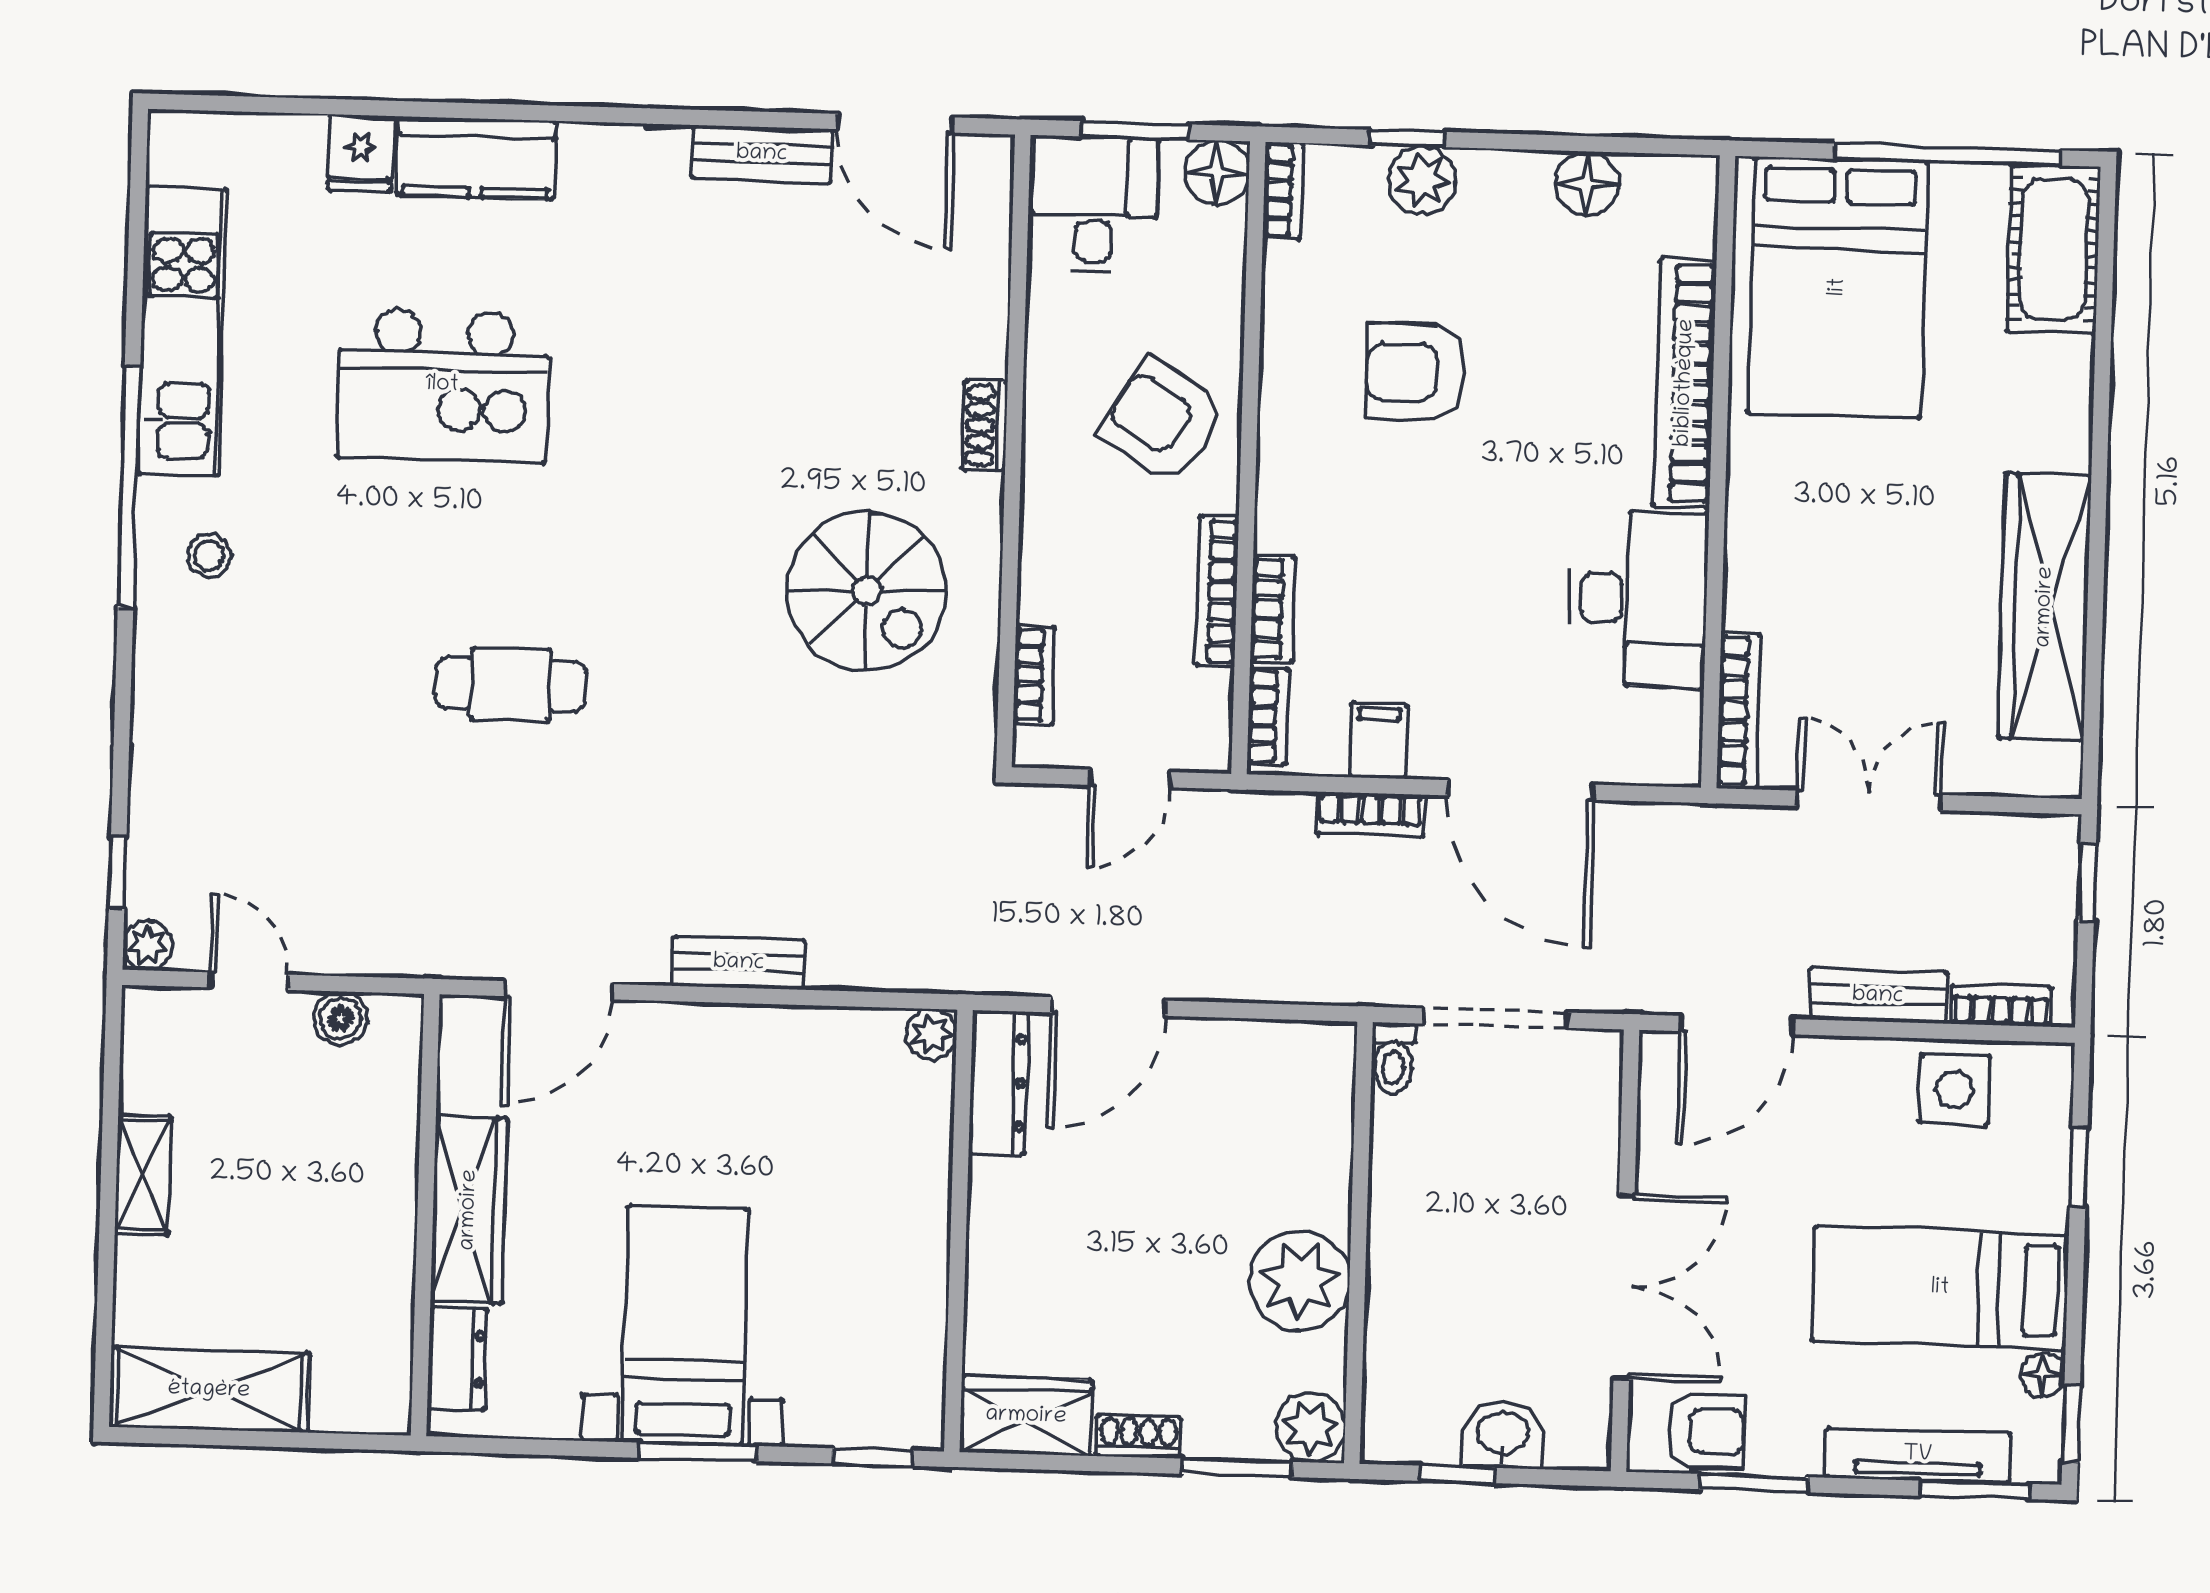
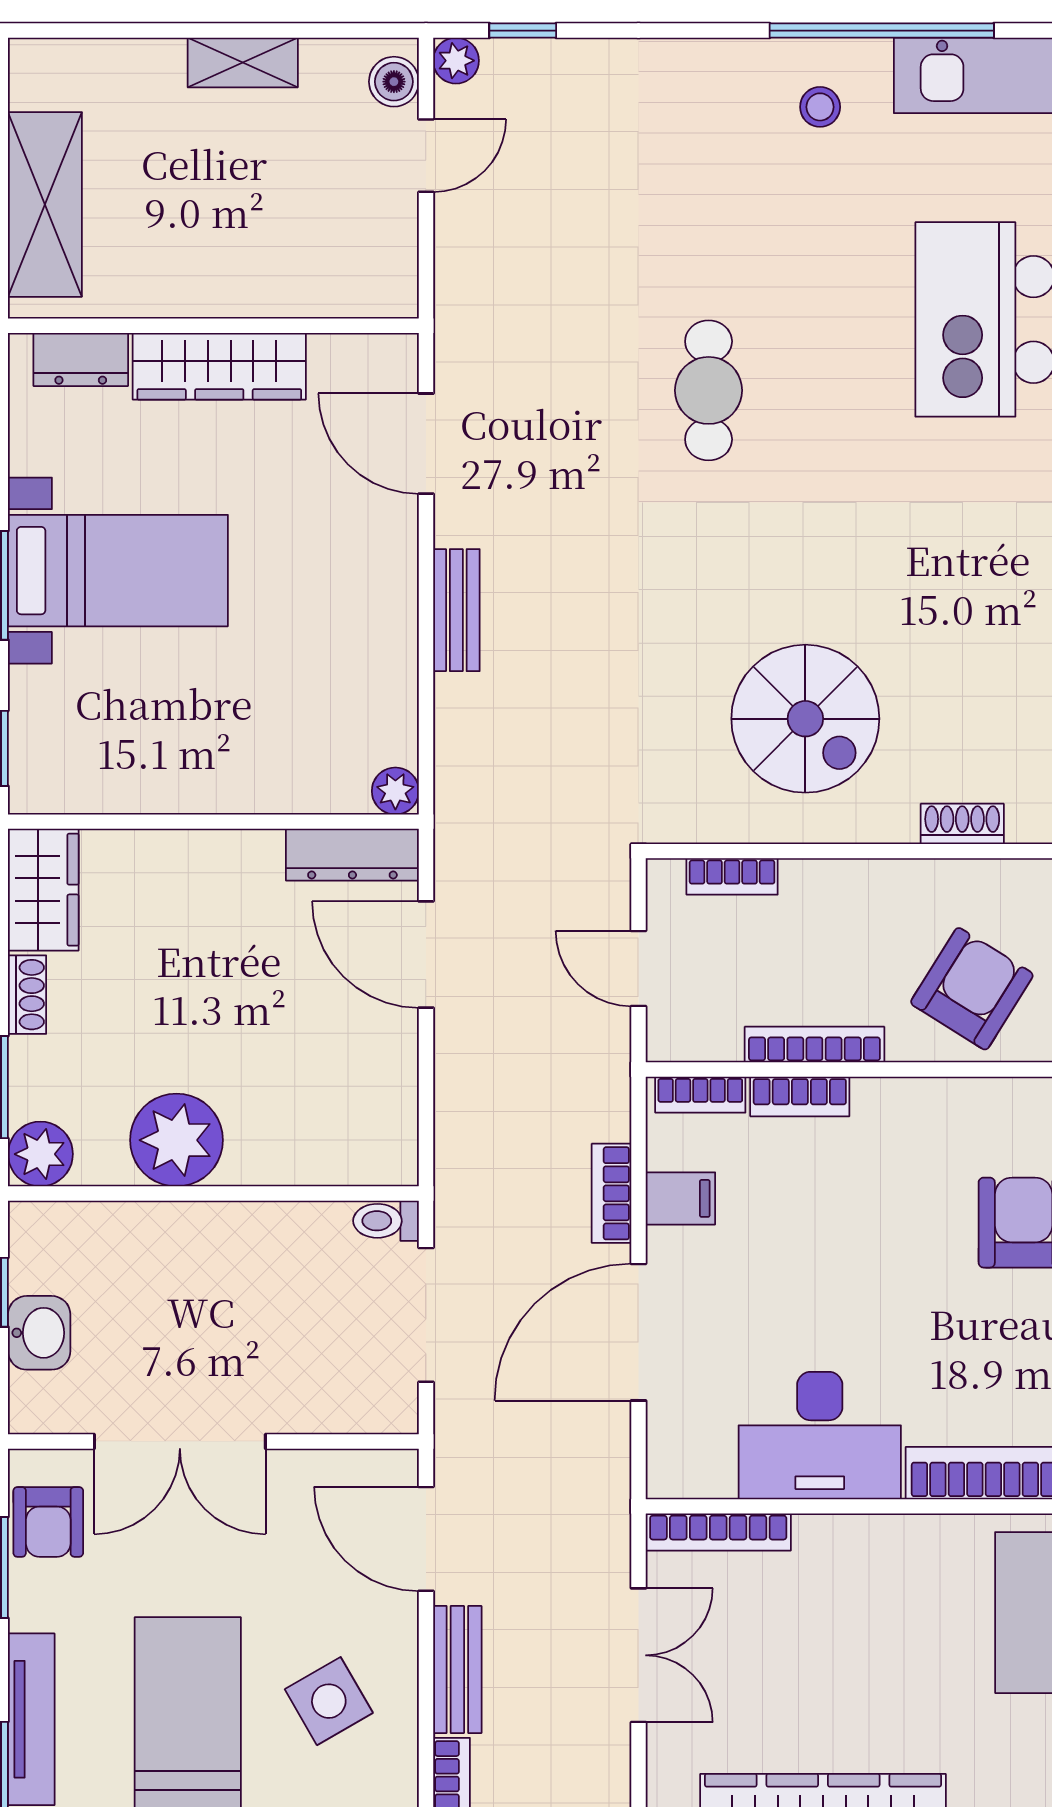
spiral stairs: (867, 591) -> (805, 719), turned -90
boiler: (340, 1018) -> (394, 82), moved
side table: (1954, 1089) -> (329, 1701), moved, turned -30
shelving: (209, 1390) -> (45, 204), moved

